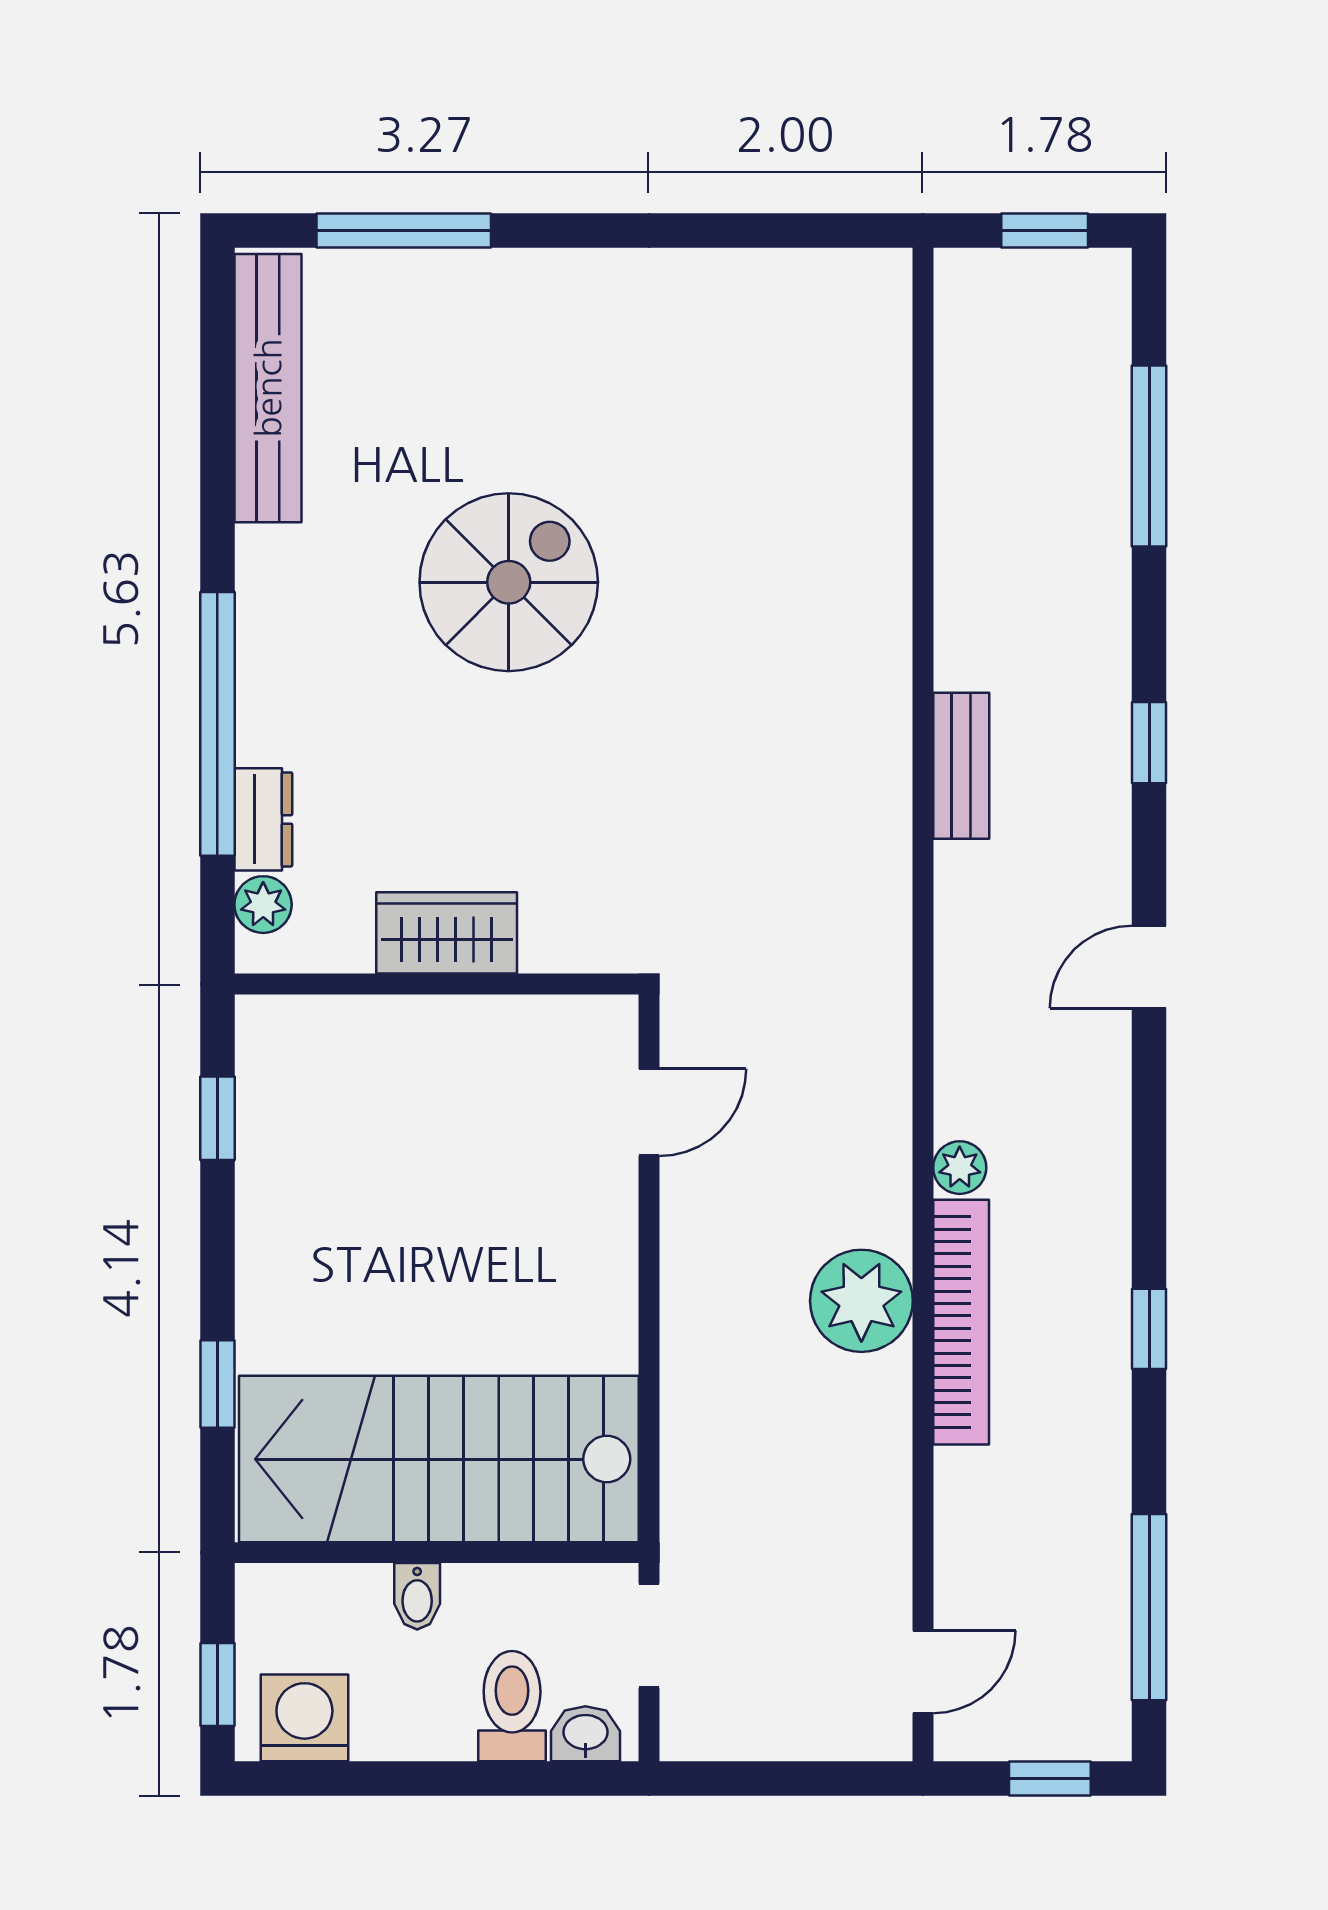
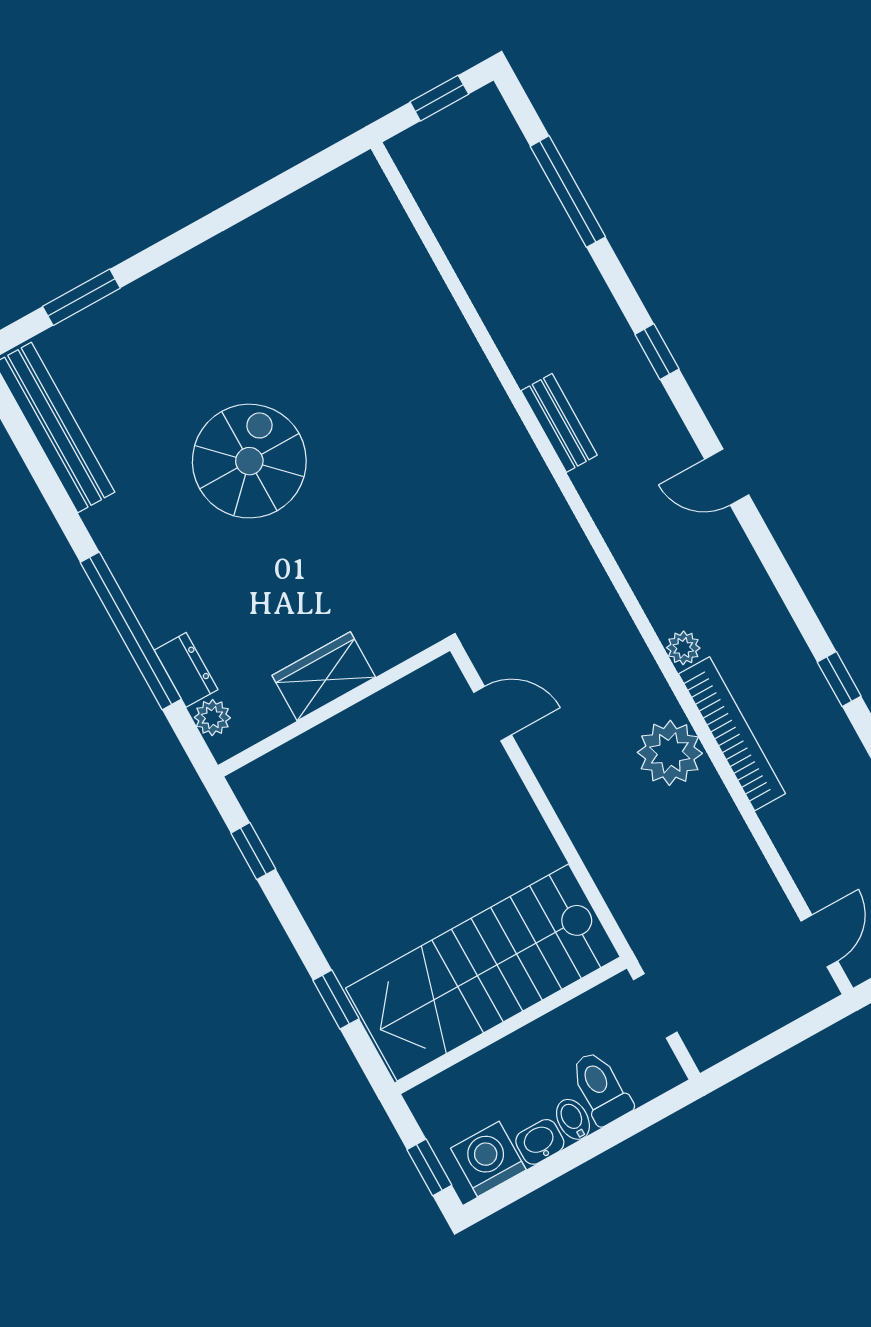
window: (404, 231) -> (81, 297), width x0.69
door: (1149, 967) -> (727, 477), hinge flipped
door: (649, 1112) -> (493, 714), hinge flipped
bidet: (417, 1596) -> (573, 1119), moved, turned 180
washbasin: (585, 1734) -> (540, 1142), moved

